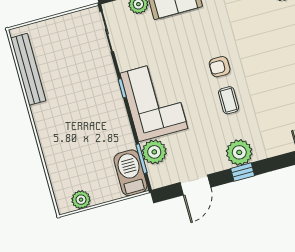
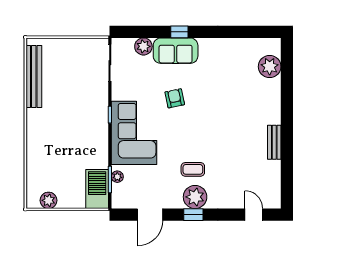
armchair: (220, 67) -> (175, 98), moved, turned 78
coffee table: (229, 100) -> (193, 169), moved, turned 90
plant: (154, 152) -> (117, 177), width x0.53, depth x0.53

